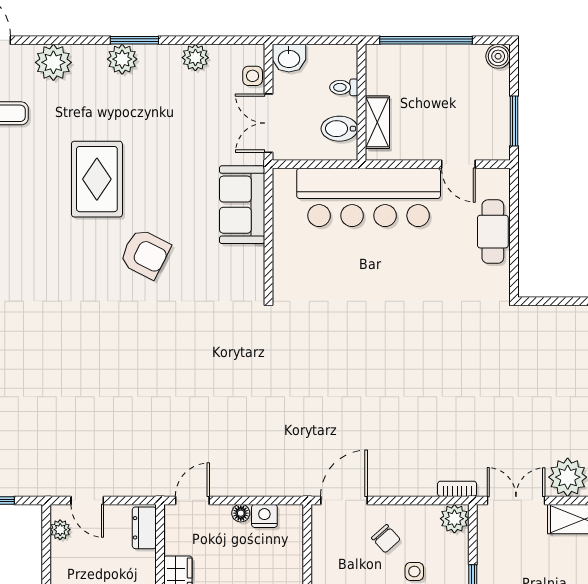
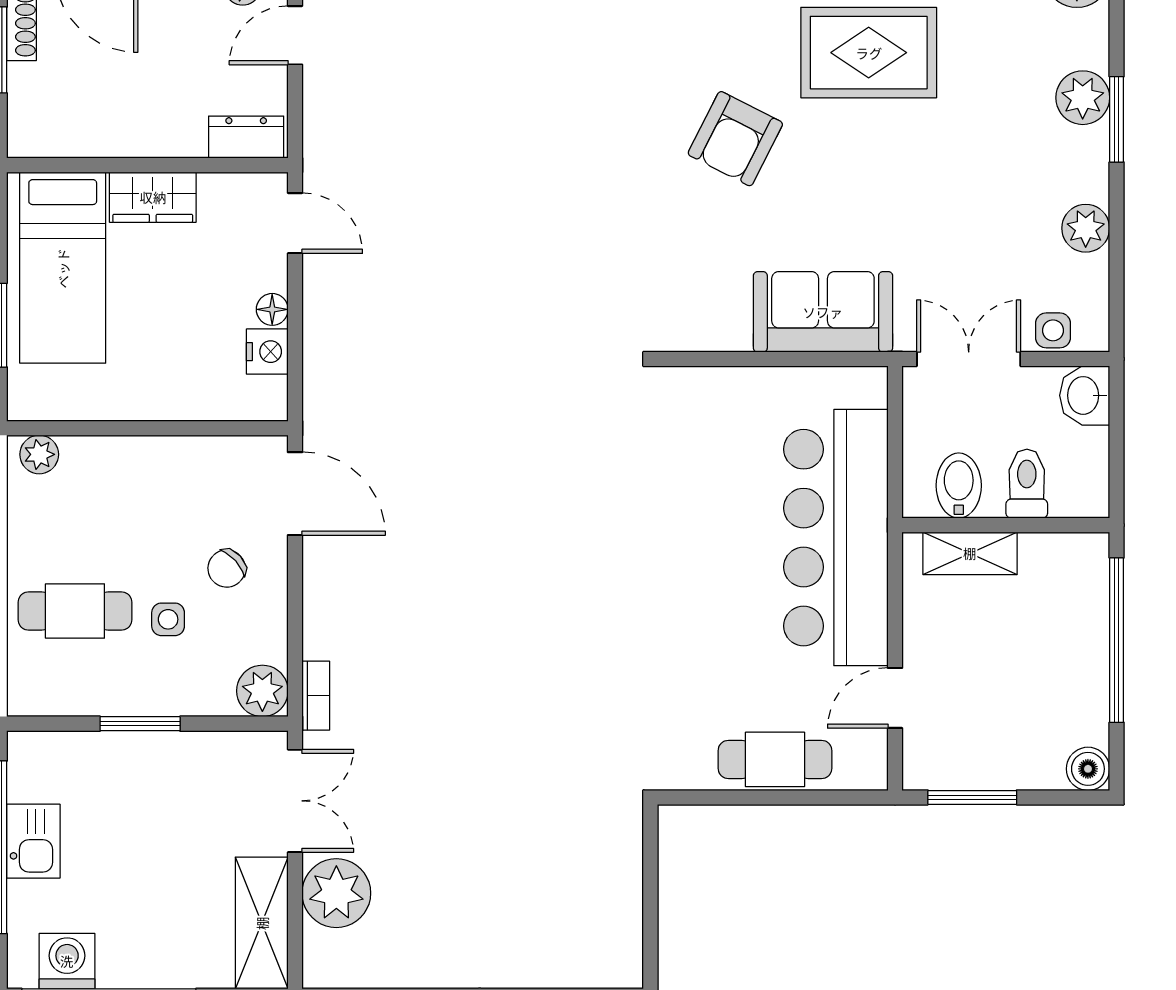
toilet: (344, 87) -> (1027, 484), width x1.37, depth x1.39

